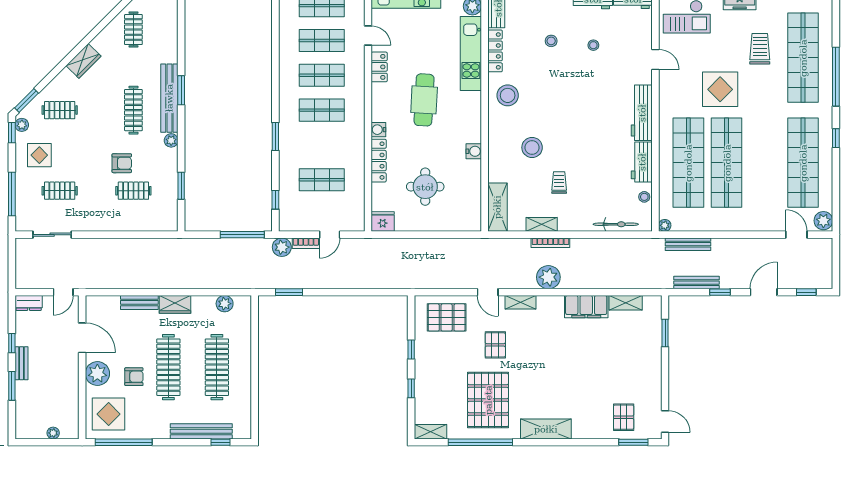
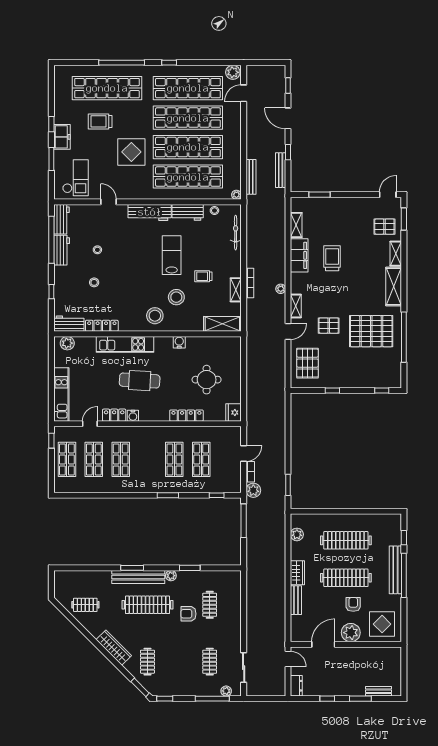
kitchen unit: (471, 53) -> (125, 344), moved
door: (655, 60) -> (108, 202), hinge flipped
wardrobe: (83, 61) -> (114, 648), width x1.50
stool: (508, 95) -> (155, 316), moved
clothes rail: (133, 110) -> (147, 605), width x1.37, depth x1.31
shop shelf: (322, 110) -> (174, 459), moved
plant: (22, 125) -> (226, 691), moved
water cooler: (378, 130) -> (133, 416), moved
lab bench: (587, 141) -> (172, 255), added
display table: (39, 155) -> (182, 677), removed
armchair: (122, 163) -> (188, 614), turned -90
shop shelf: (765, 163) -> (188, 118), added
window: (181, 186) -> (190, 568), moved
door: (330, 235) -> (244, 453), hinge flipped
plant: (548, 277) -> (281, 289), width x0.53, depth x0.53
trolley: (583, 349) -> (332, 258), added
bench: (21, 363) -> (379, 691), moved
window: (411, 388) -> (382, 390), moved
bench: (201, 431) -> (395, 570), moved
shelving: (431, 432) -> (396, 254), moved
plant: (53, 433) -> (397, 667), removed
window: (124, 442) -> (404, 575), moved

